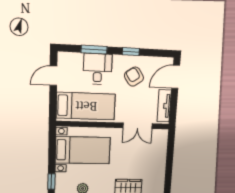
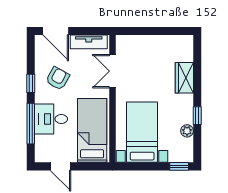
window: (94, 50) -> (31, 124), width x1.44
armchair: (134, 77) -> (58, 78), turned 153
double door: (138, 126) -> (112, 71), swing flipped

